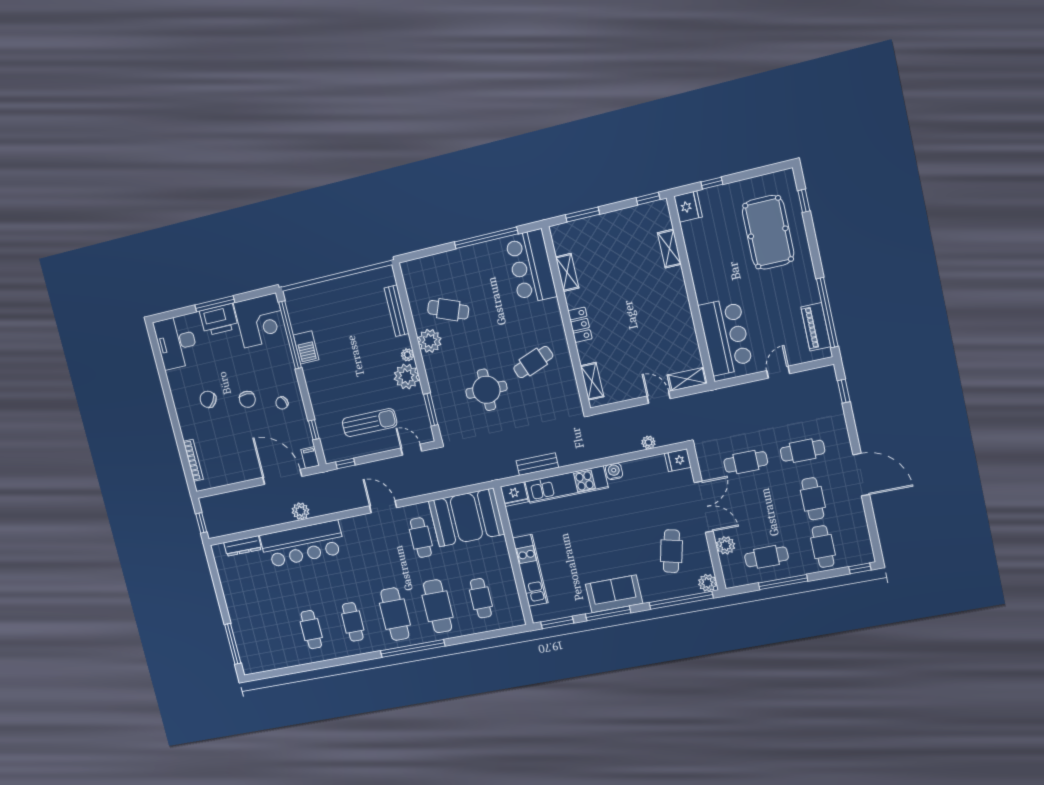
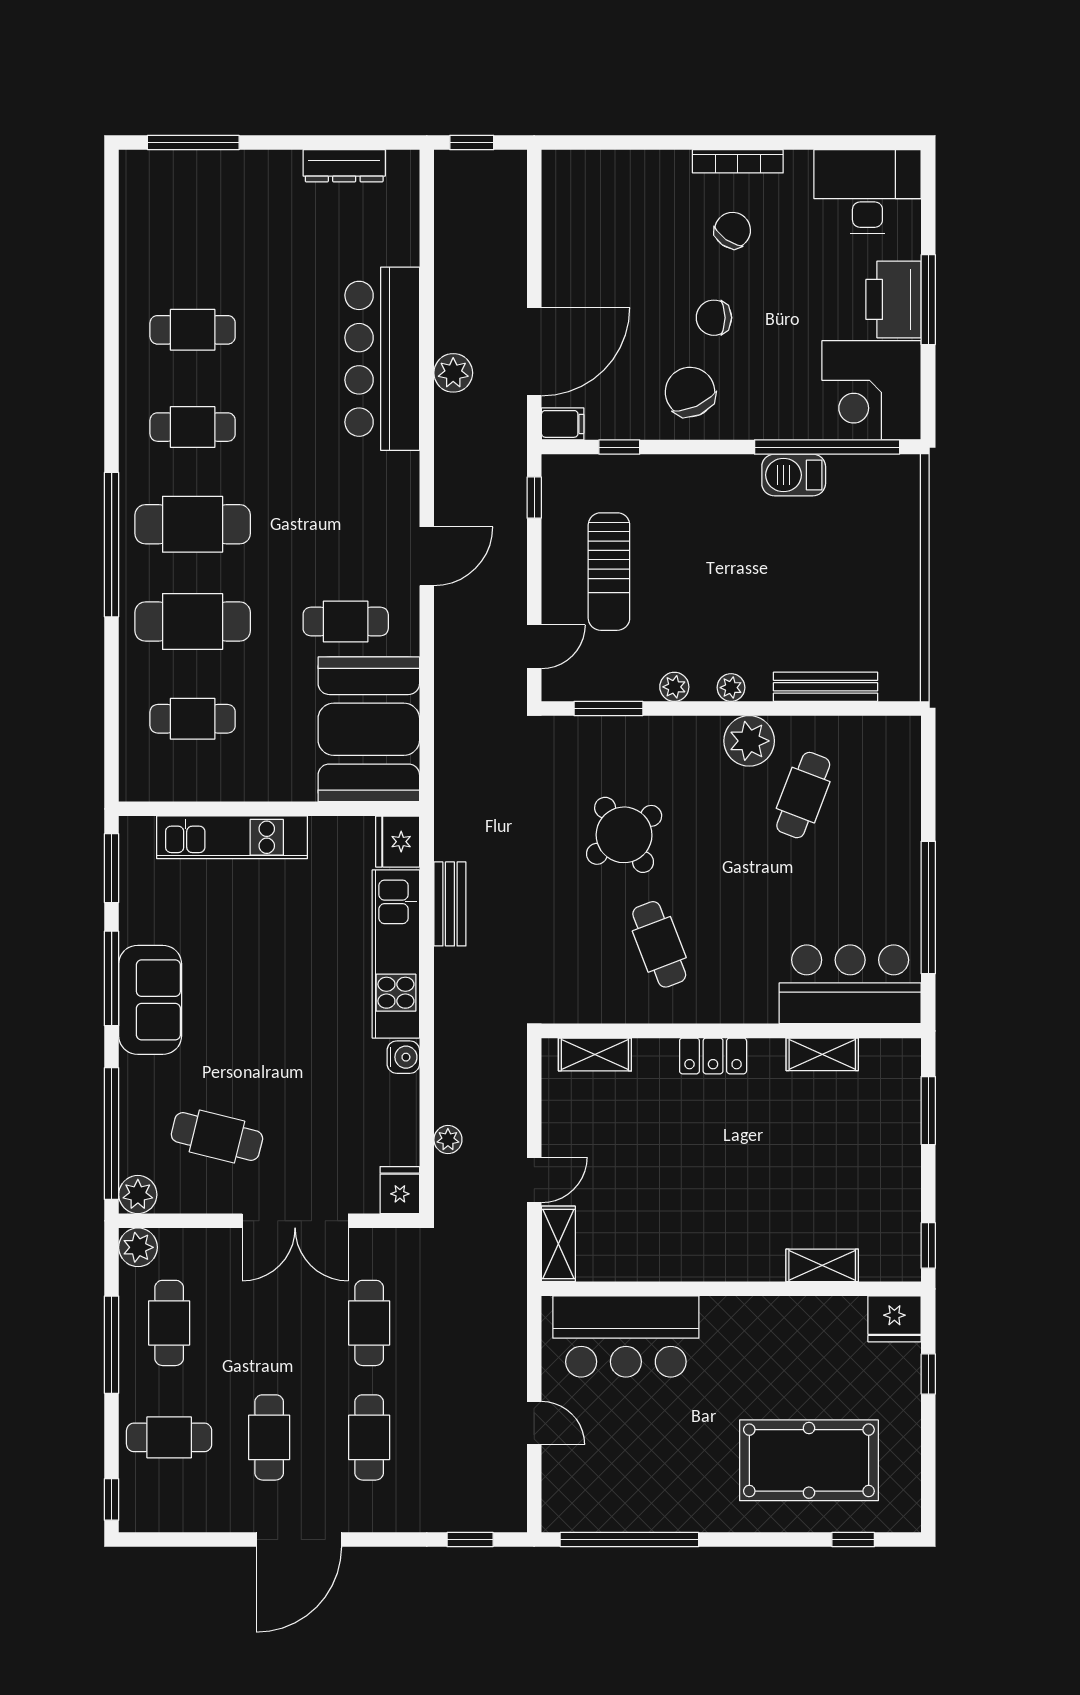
piano: (816, 327) -> (607, 1512), removed
plant: (406, 377) -> (674, 687), width x0.53, depth x0.53
round table: (486, 390) -> (624, 835), turned -35
chair: (282, 403) -> (690, 392), width x1.87, depth x1.87
bookcase: (193, 460) -> (738, 161), moved
cafe table: (813, 499) -> (269, 1437), turned 90
plant: (726, 545) -> (138, 1247), moved
dresser: (243, 546) -> (344, 166), moved, turned -90

